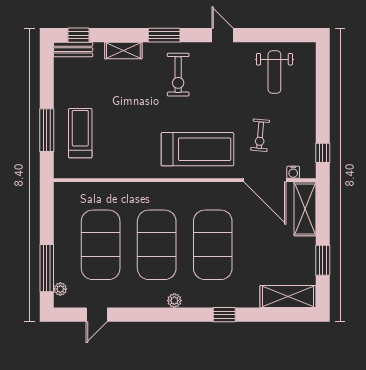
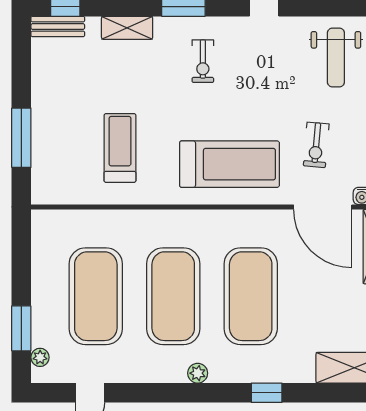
exercise bike: (178, 75) -> (203, 61), width x0.73, depth x0.72
treadmill: (80, 133) -> (120, 148), moved
window: (47, 268) -> (21, 328), width x0.69

